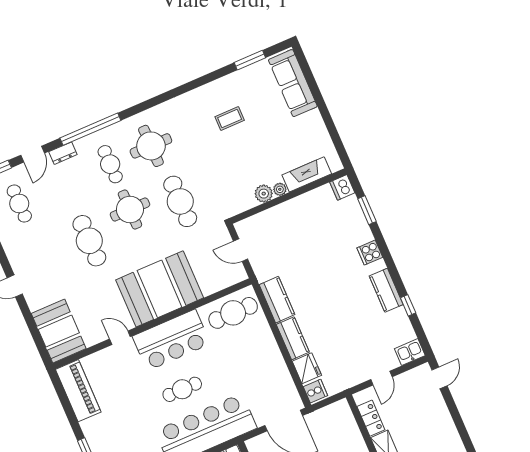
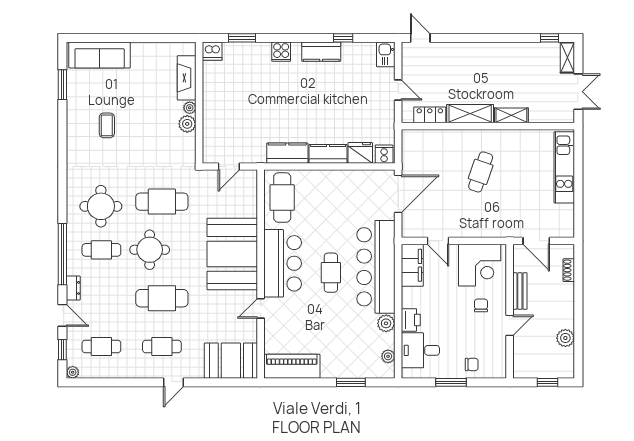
cafe table: (44, 260) -> (162, 347), added

